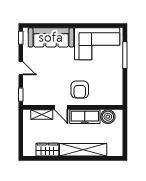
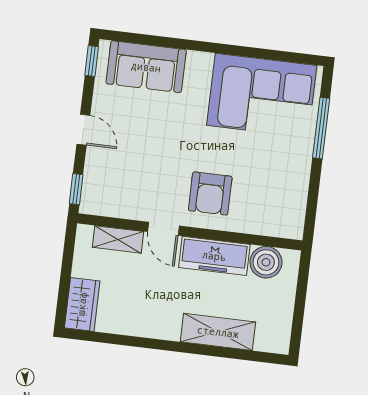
sofa: (51, 37) -> (146, 67), width x0.73
wardrobe: (47, 150) -> (82, 304), moved, turned 90
shelving: (83, 150) -> (218, 332), width x0.68

